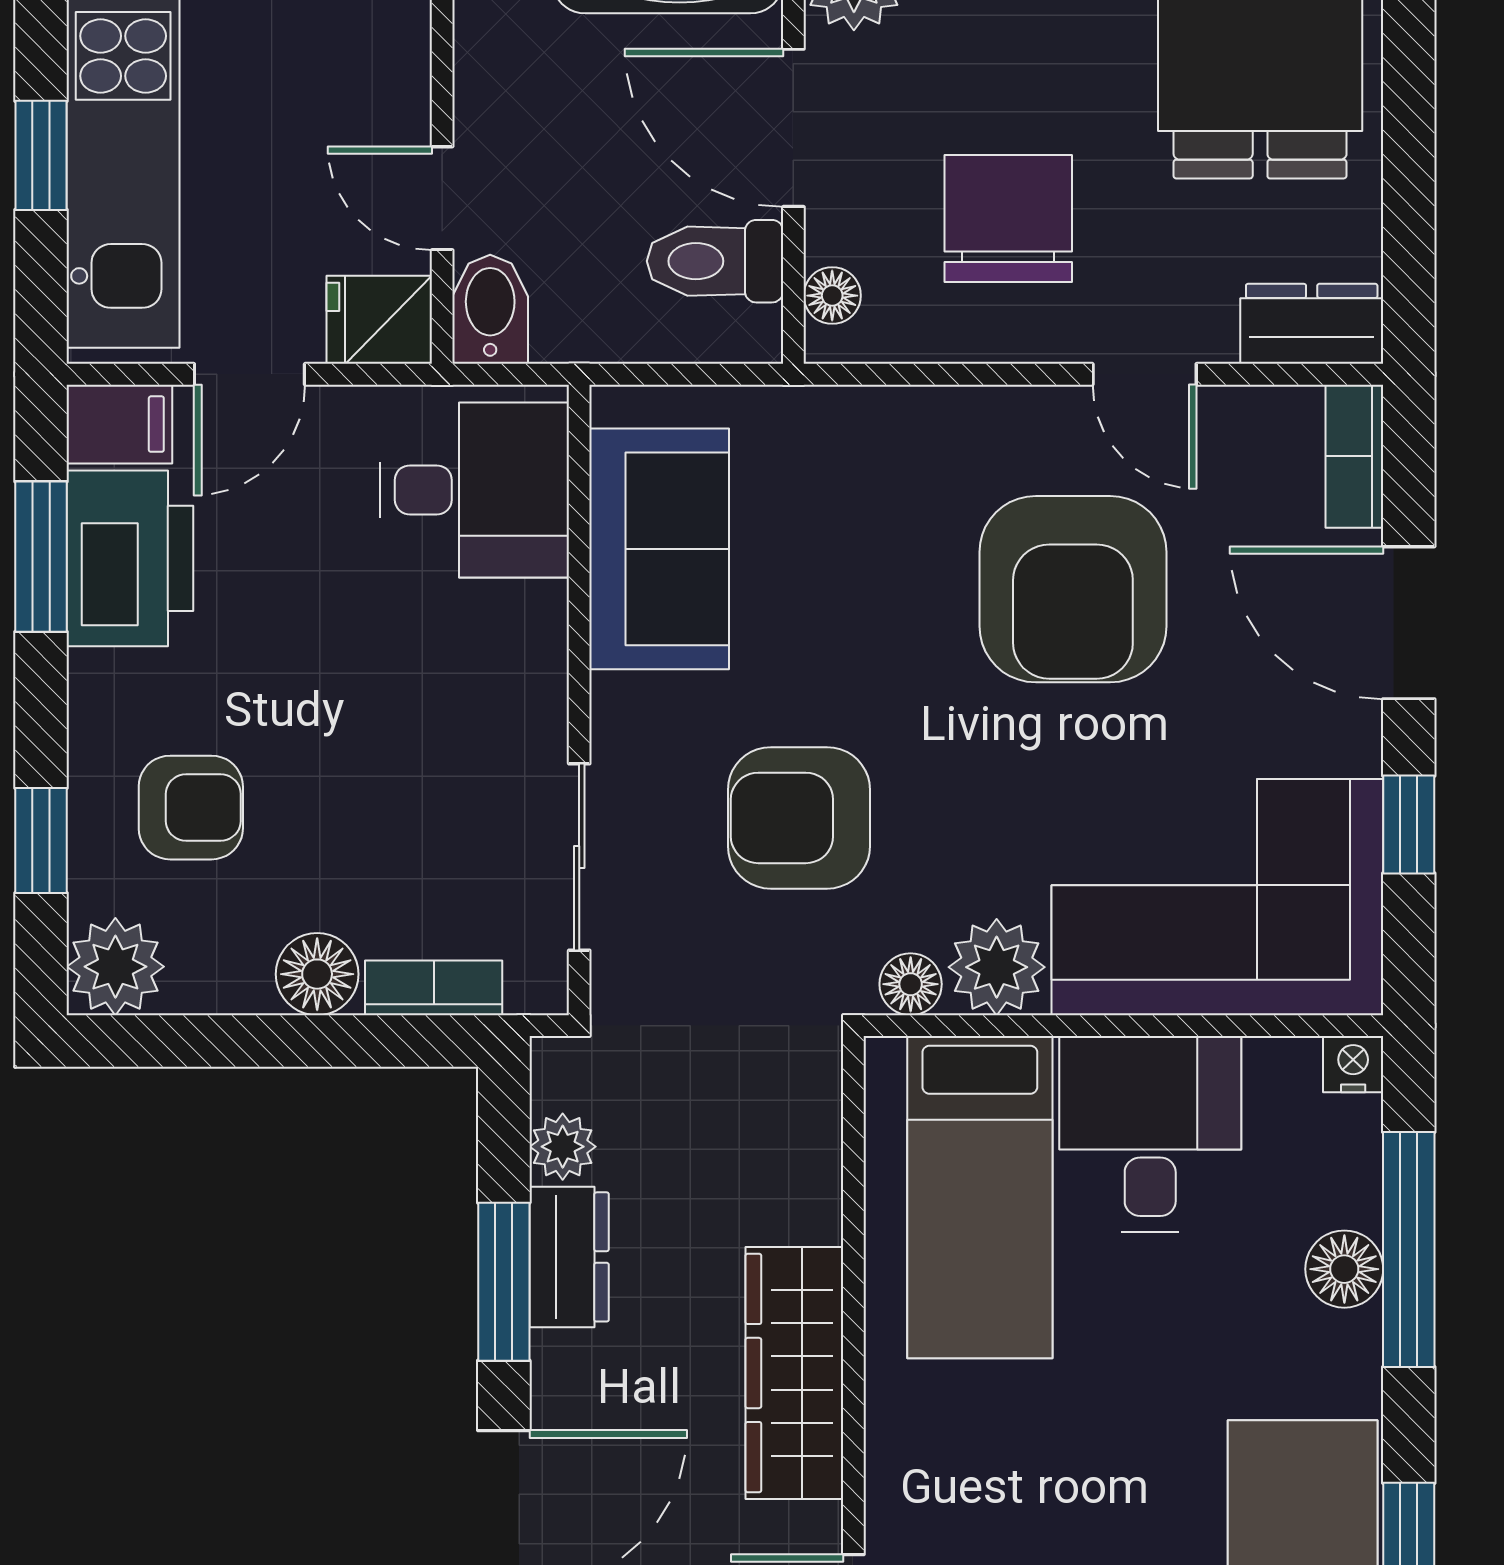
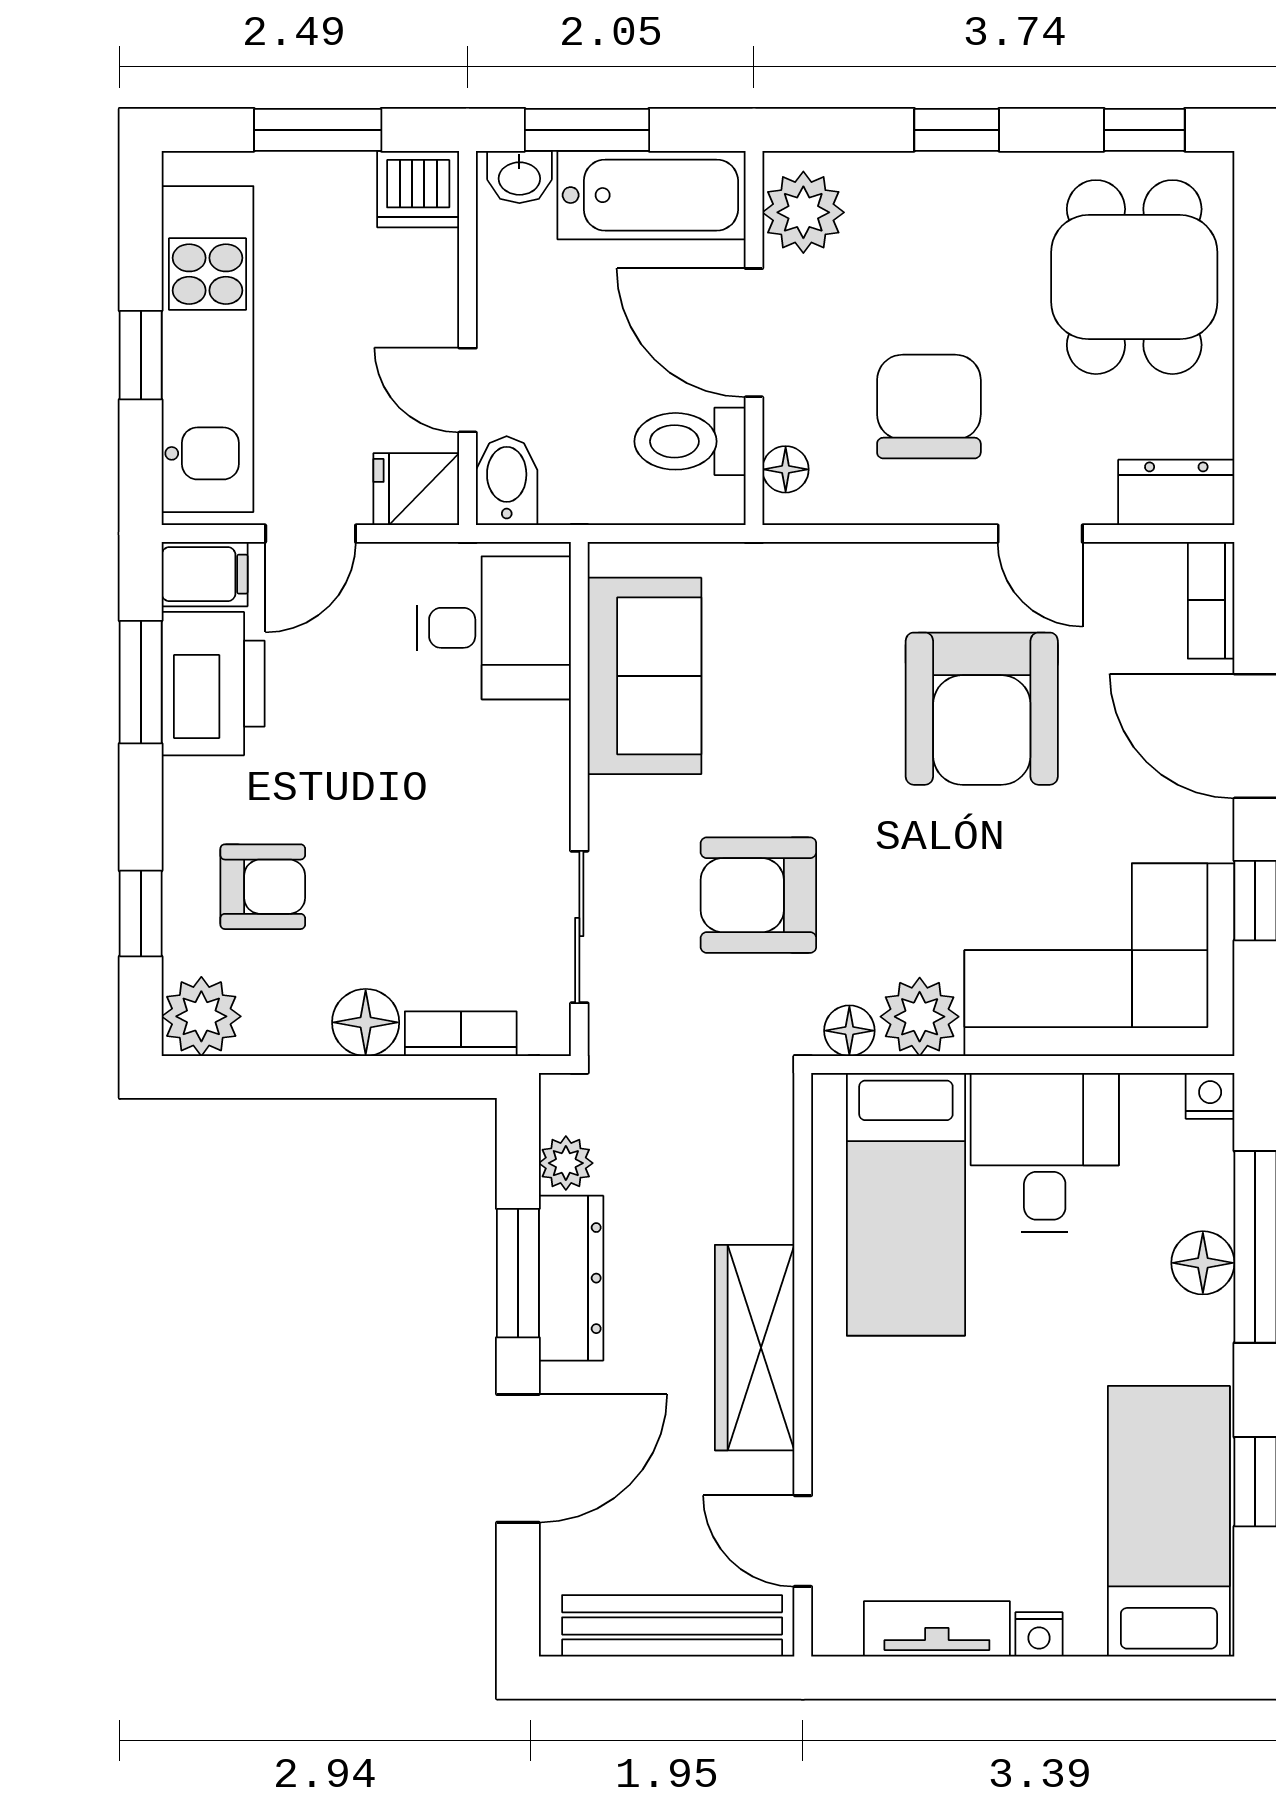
dresser: (569, 1257) -> (571, 1278), width x1.44

